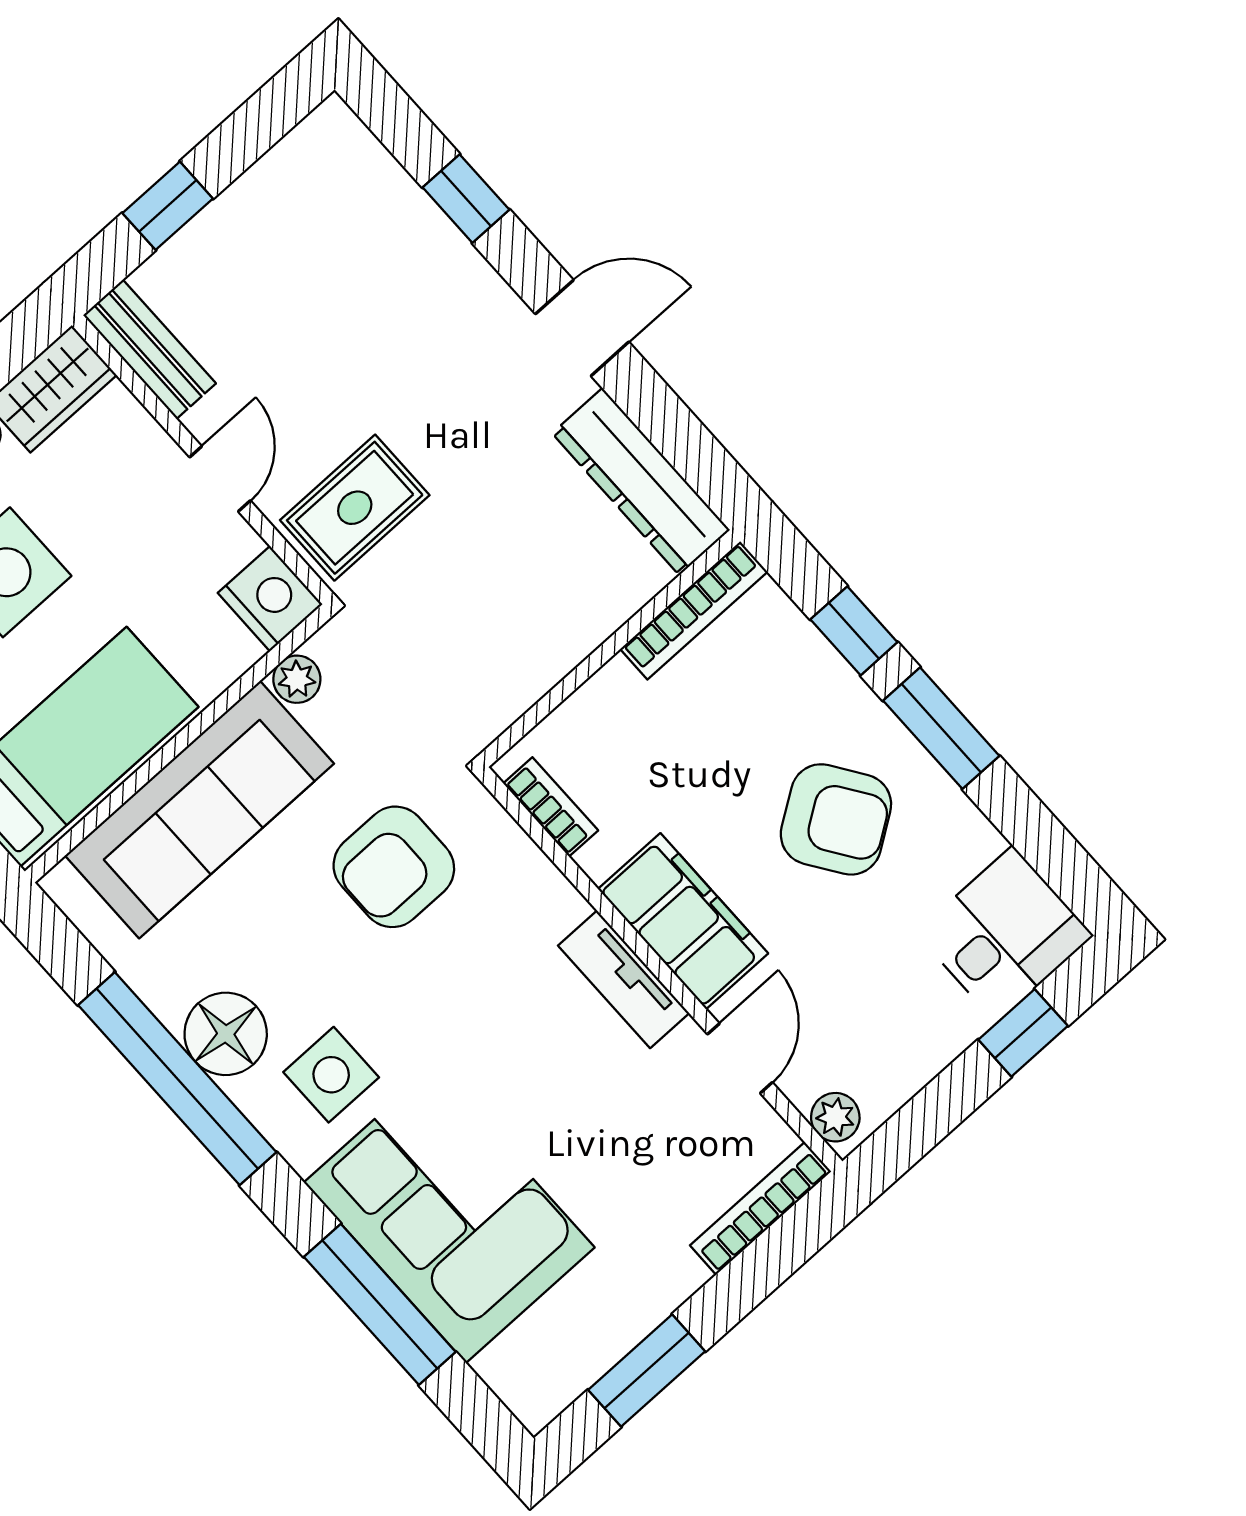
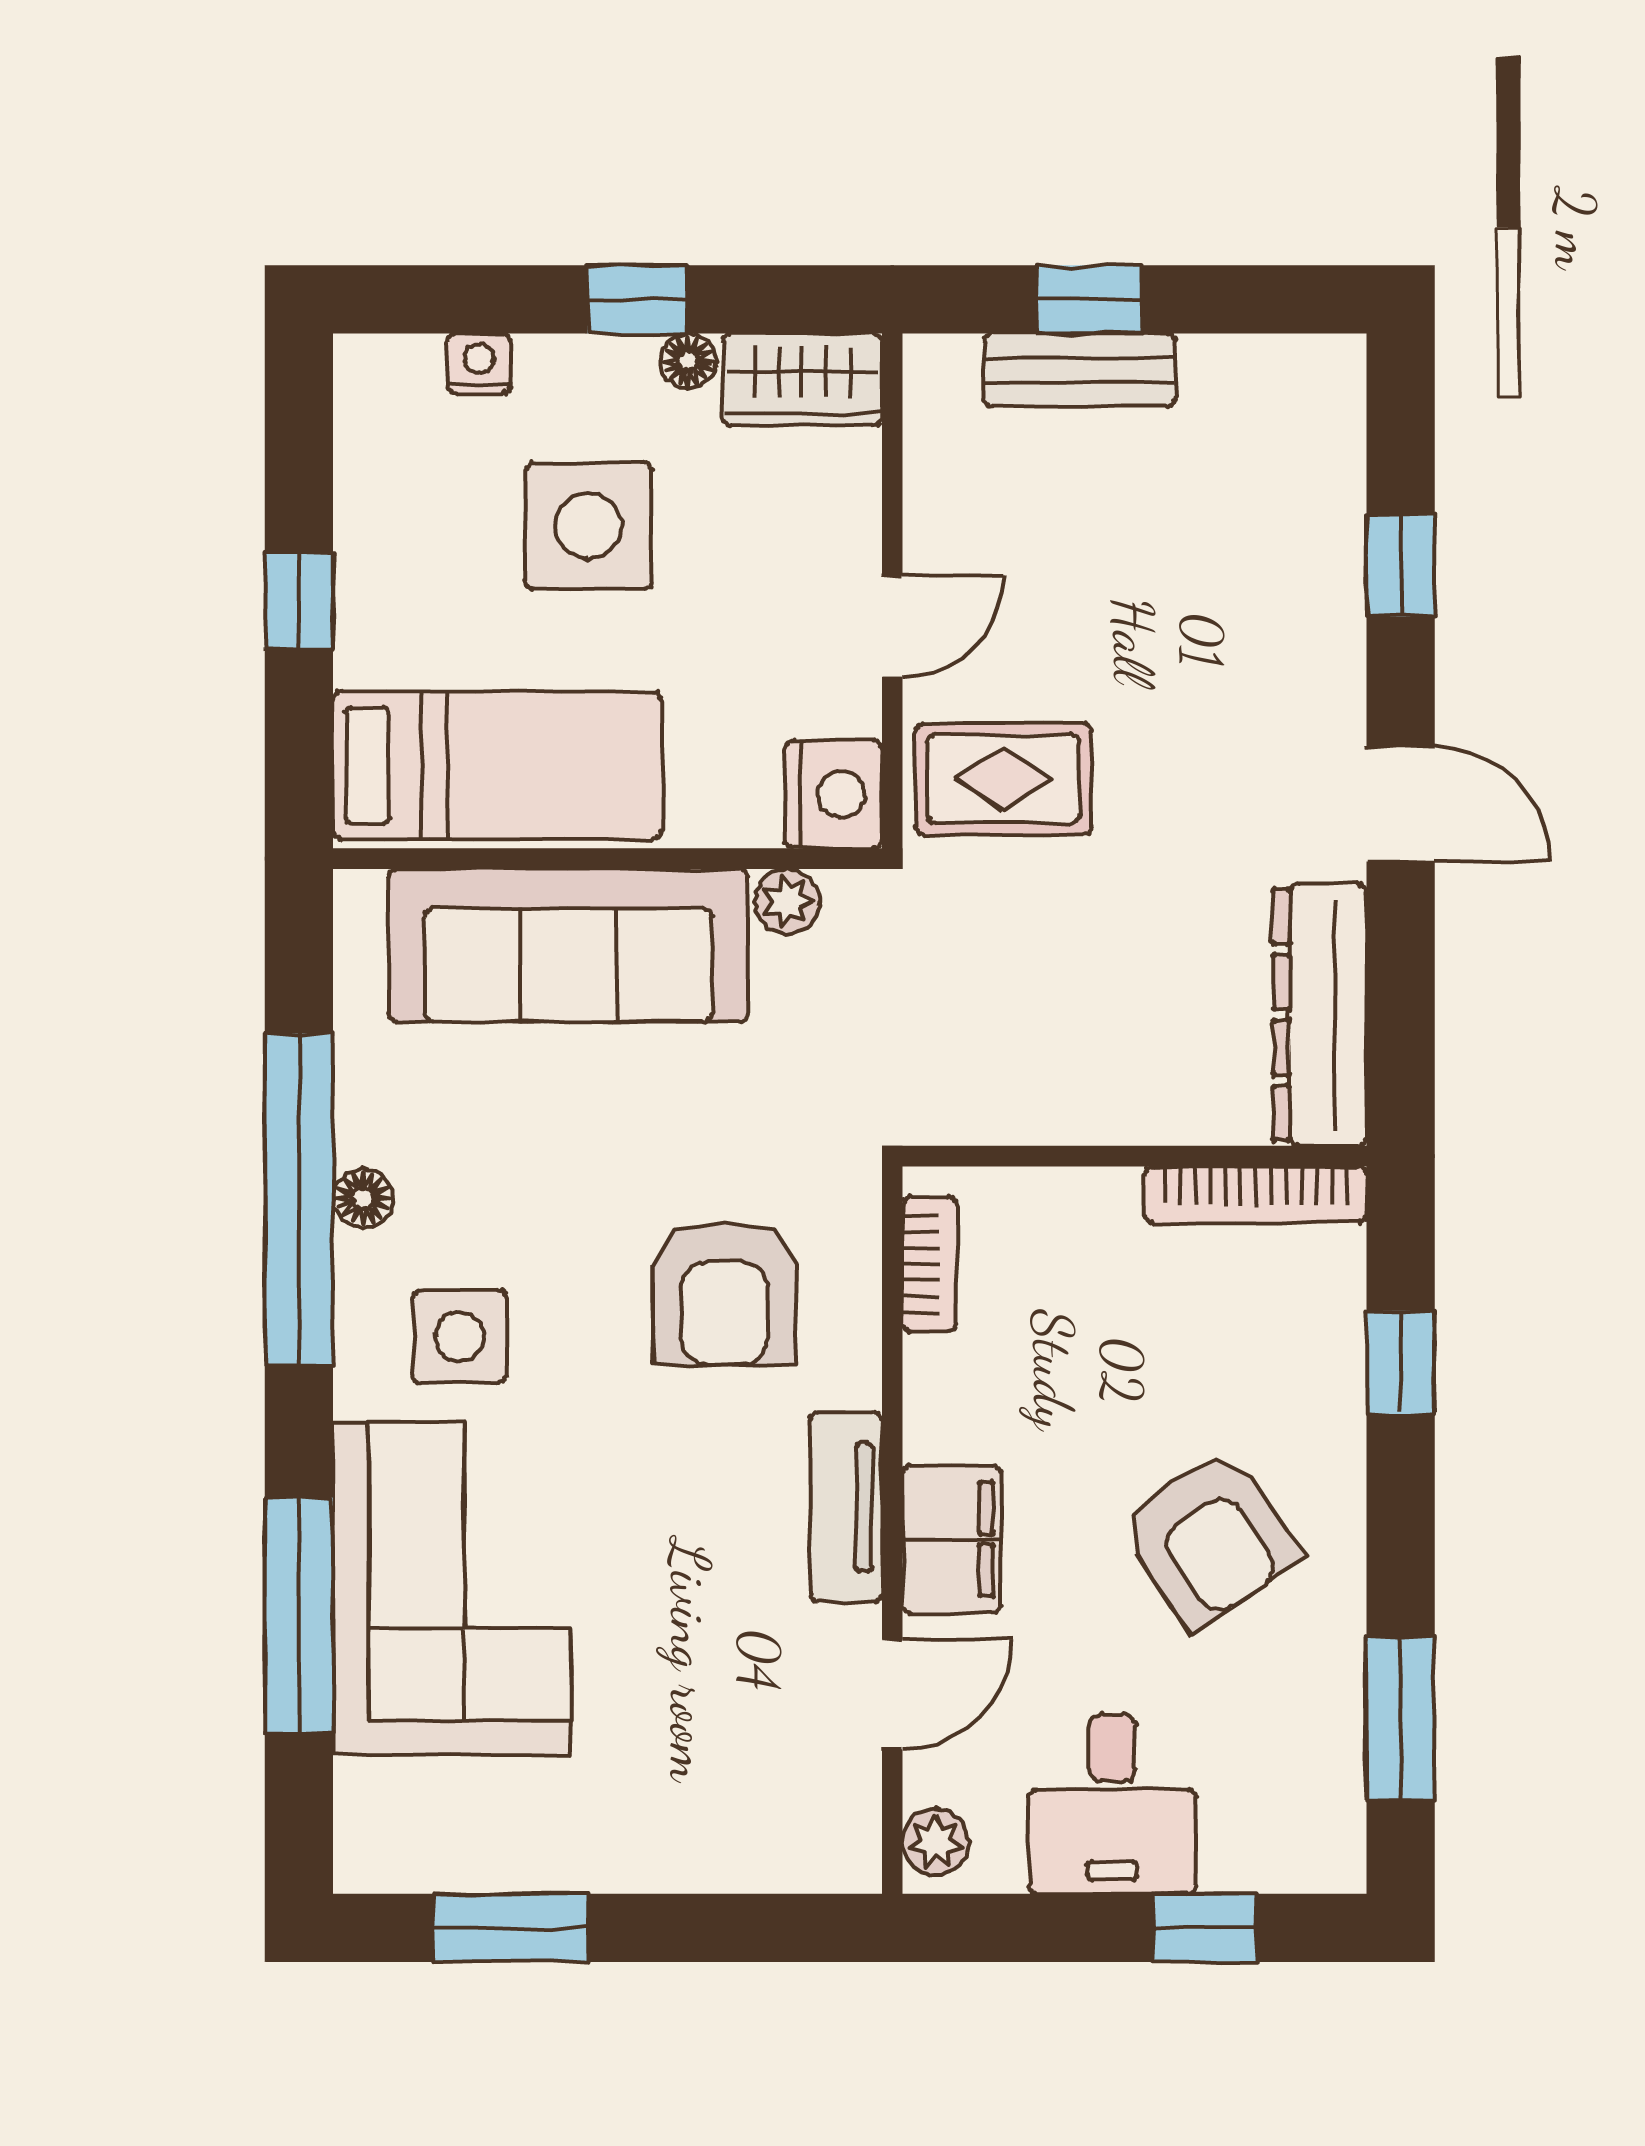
bench: (150, 349) -> (1080, 370), moved, turned 90
window: (941, 728) -> (1401, 1719), moved
armchair: (394, 867) -> (724, 1293), moved, turned -90
filing cabinet: (683, 921) -> (952, 1539), width x0.67, depth x0.86
desk: (1005, 934) -> (1112, 1804), moved, turned 90
floor lamp: (226, 1034) -> (363, 1198), width x0.53, depth x0.53
bookcase: (761, 1208) -> (776, 1867), removed

